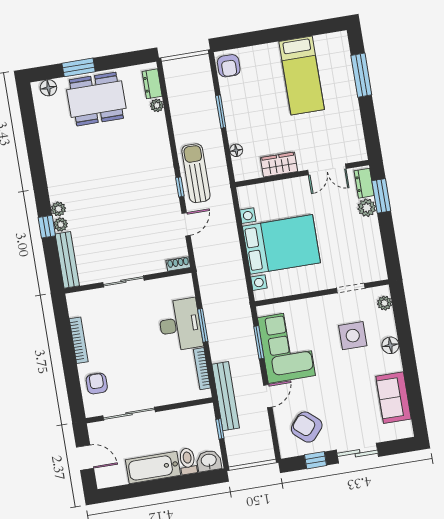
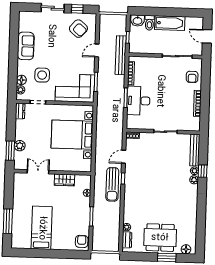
dresser: (364, 183) -> (20, 111), moved
floor lamp: (390, 345) -> (21, 80), moved
corner sofa: (286, 347) -> (75, 88), moved, turned 90
sofa: (394, 398) -> (26, 46), moved

